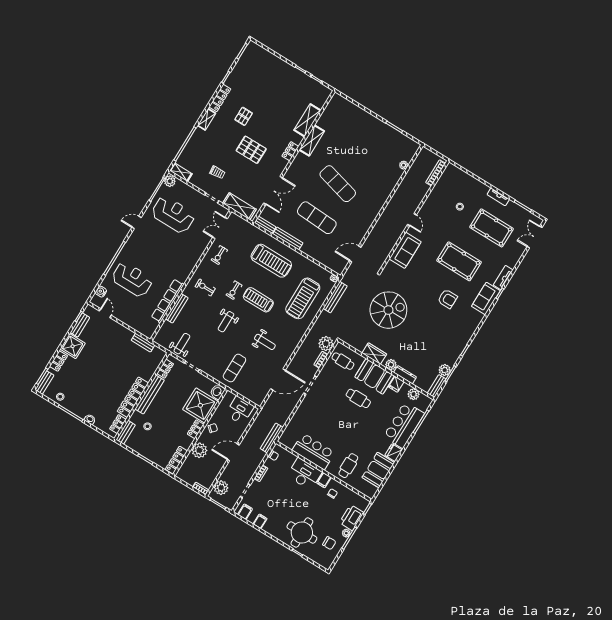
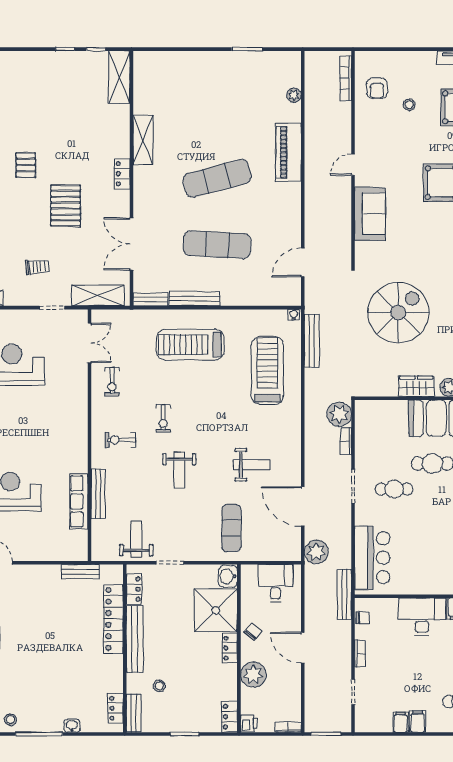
shelving: (307, 120) -> (119, 77), moved
pallet: (251, 150) -> (66, 206), turned 90
exercise mat: (338, 184) -> (217, 178), turned -30
armchair: (448, 188) -> (377, 88), added
double door: (273, 190) -> (131, 244), swing flipped
piano: (383, 193) -> (288, 152), added
door: (412, 220) -> (353, 165), swing flipped
double door: (220, 228) -> (90, 343), swing flipped
treadmill: (271, 261) -> (190, 345), turned 180
treadmill: (303, 298) -> (267, 371), turned 180
treadmill: (258, 300) -> (206, 411), removed
row of seats: (168, 301) -> (79, 501), width x0.73
cafe table: (343, 361) -> (394, 489), moved
door: (278, 379) -> (303, 506), swing flipped
locker: (133, 397) -> (113, 619), moved
bar counter: (314, 451) -> (372, 558), moved, turned 90
door: (233, 452) -> (303, 648), hinge flipped
locker: (176, 460) -> (229, 717), width x0.66
printer: (181, 474) -> (249, 723), added
plant: (221, 488) -> (316, 552), moved
filing cabinet: (245, 512) -> (418, 722), moved

